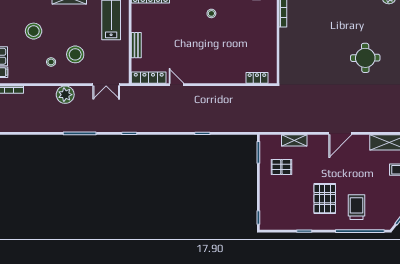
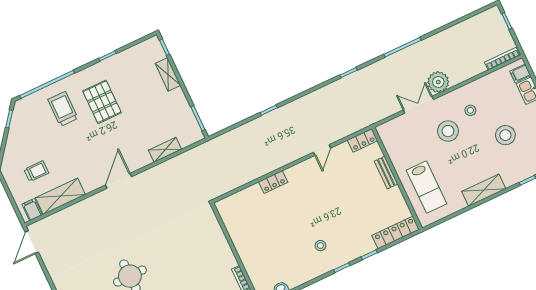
locker: (149, 78) -> (362, 140), width x0.66
locker: (257, 78) -> (273, 182), moved
double door: (106, 85) -> (418, 105), moved
door: (176, 85) -> (322, 150), hinge flipped
pallet: (281, 167) -> (165, 114), removed
shelving: (265, 196) -> (168, 74), added
trolley: (356, 207) -> (63, 109), turned 180

